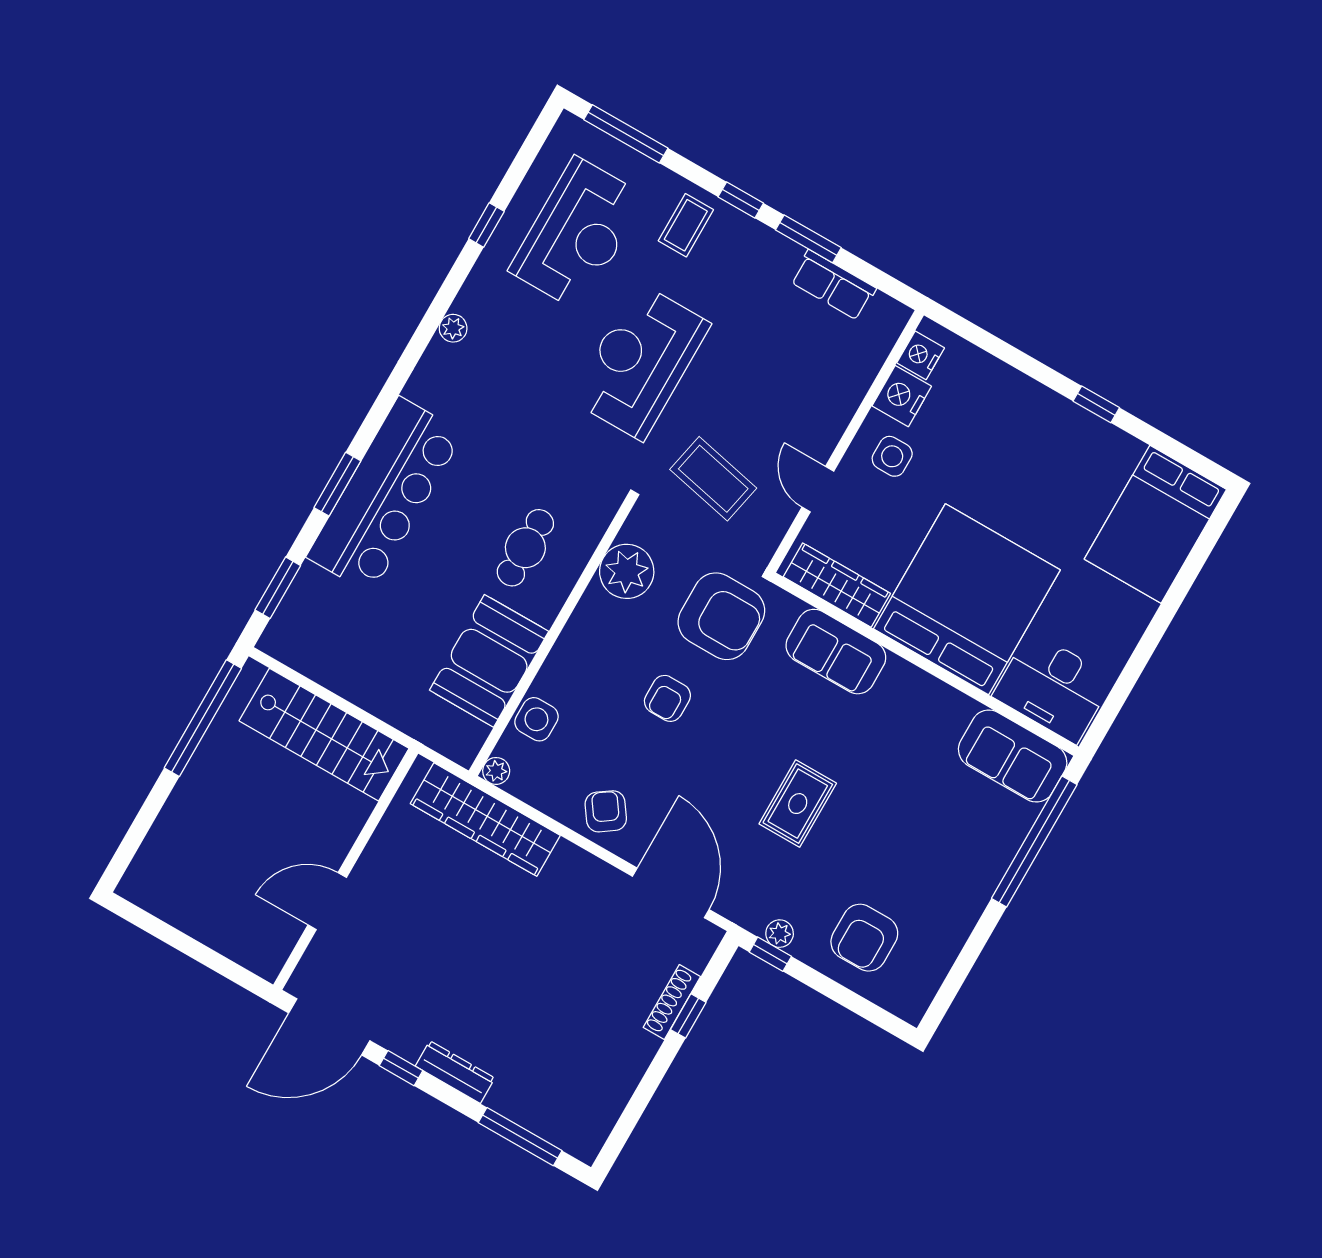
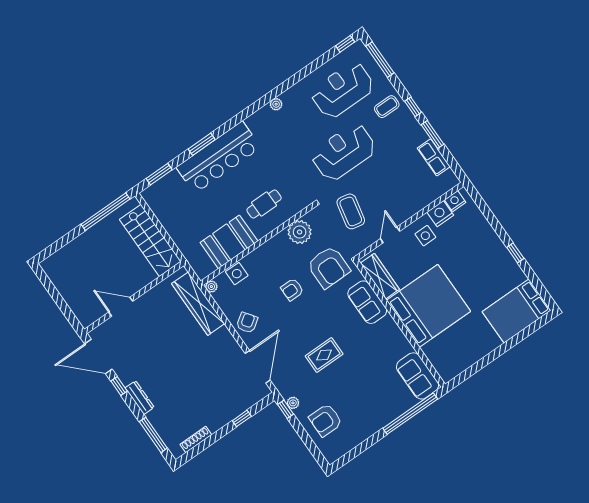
window: (486, 225) -> (345, 44), moved
reception desk: (577, 234) -> (342, 90), turned 180
desk: (1053, 687) -> (446, 356), removed
shoe rack: (672, 1002) -> (196, 439), moved

